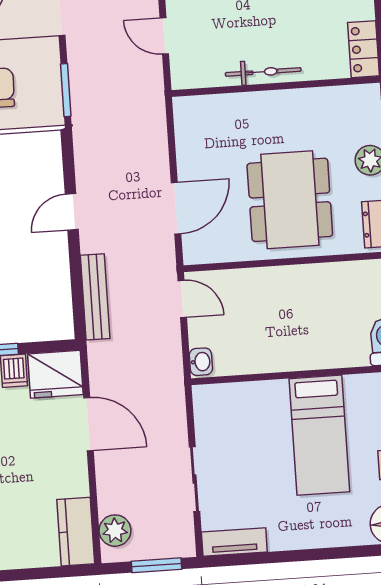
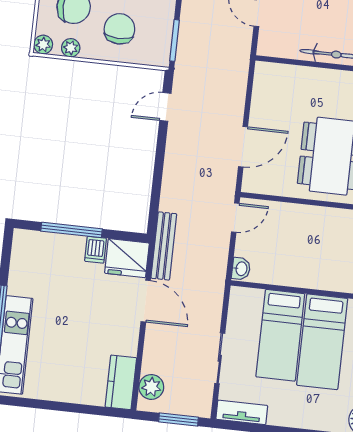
door: (72, 212) -> (165, 107), moved
bench: (95, 297) -> (164, 246), moved
door: (182, 299) -> (235, 218), hinge flipped
bed: (265, 436) -> (280, 335), added

